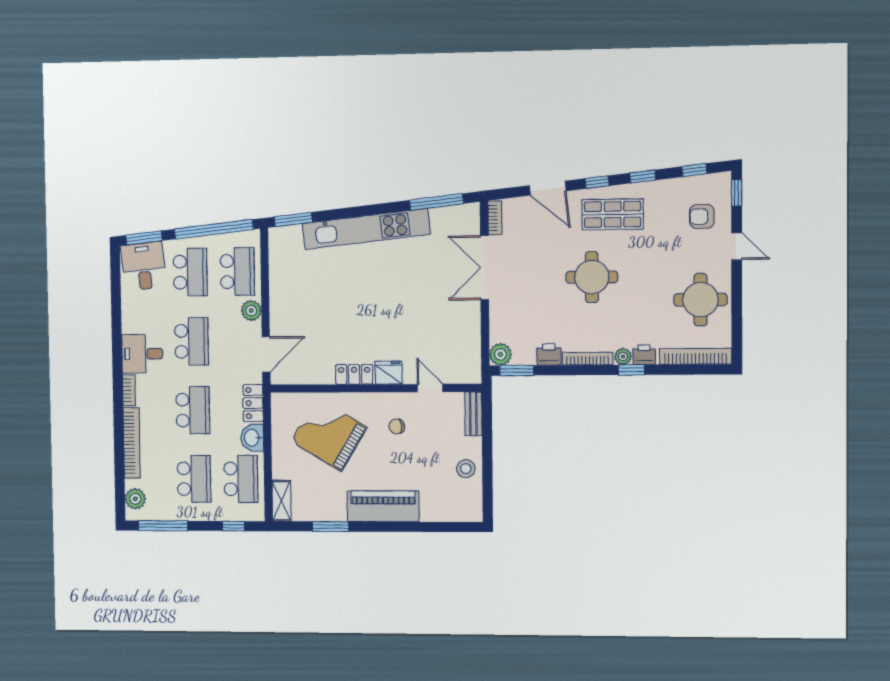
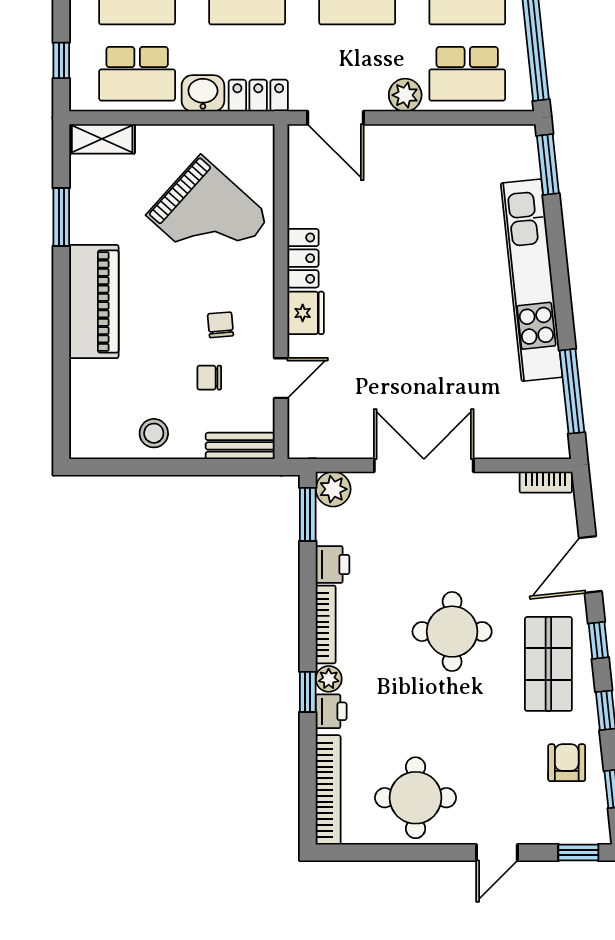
armchair: (702, 217) -> (567, 763), moved
double door: (484, 268) -> (424, 465), moved
chair: (430, 433) -> (209, 378), added
grand piano: (329, 434) -> (208, 216), turned 101

